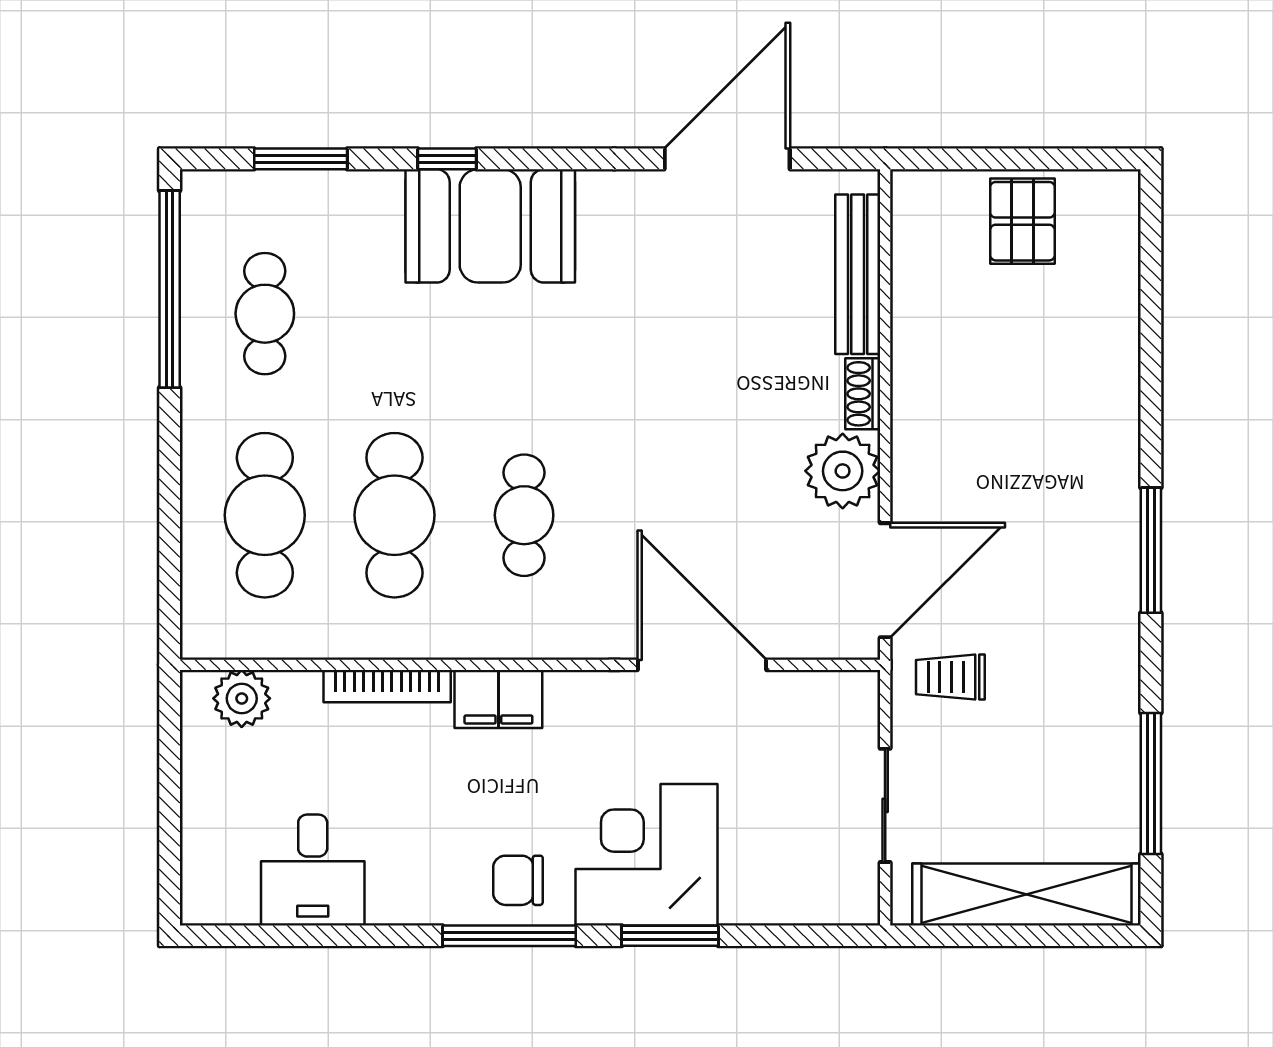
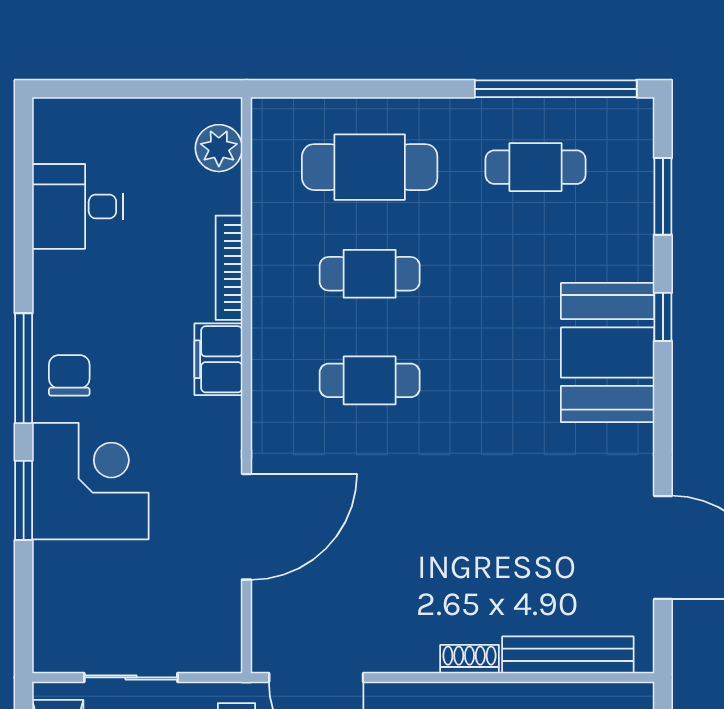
plant: (843, 471) -> (406, 642), removed
cafe table: (394, 515) -> (370, 274), width x0.73, depth x0.74

